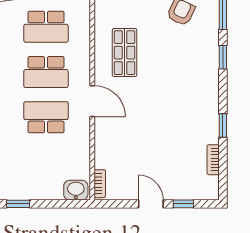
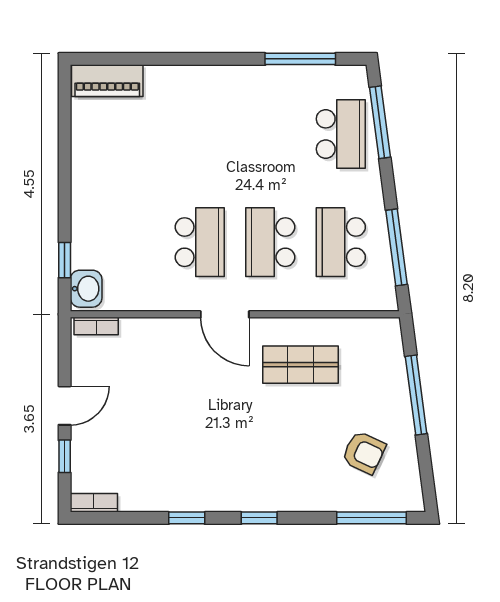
window: (223, 57) -> (259, 518), moved
door: (92, 101) -> (225, 314), hinge flipped
bookcase: (213, 160) -> (94, 503), moved
window: (18, 204) -> (65, 260), moved

